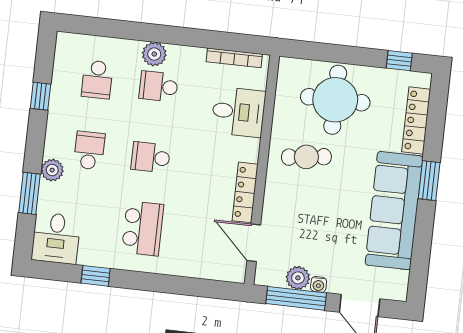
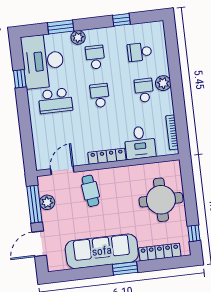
school desk: (89, 150) -> (95, 57), turned -90
cafe table: (306, 157) -> (90, 191), moved
locker: (245, 192) -> (107, 156), moved
desk: (56, 238) -> (43, 61), width x1.87, depth x1.30
water cooler: (319, 284) -> (46, 216), removed

